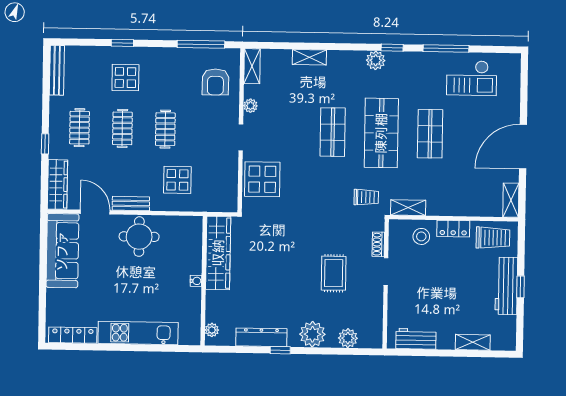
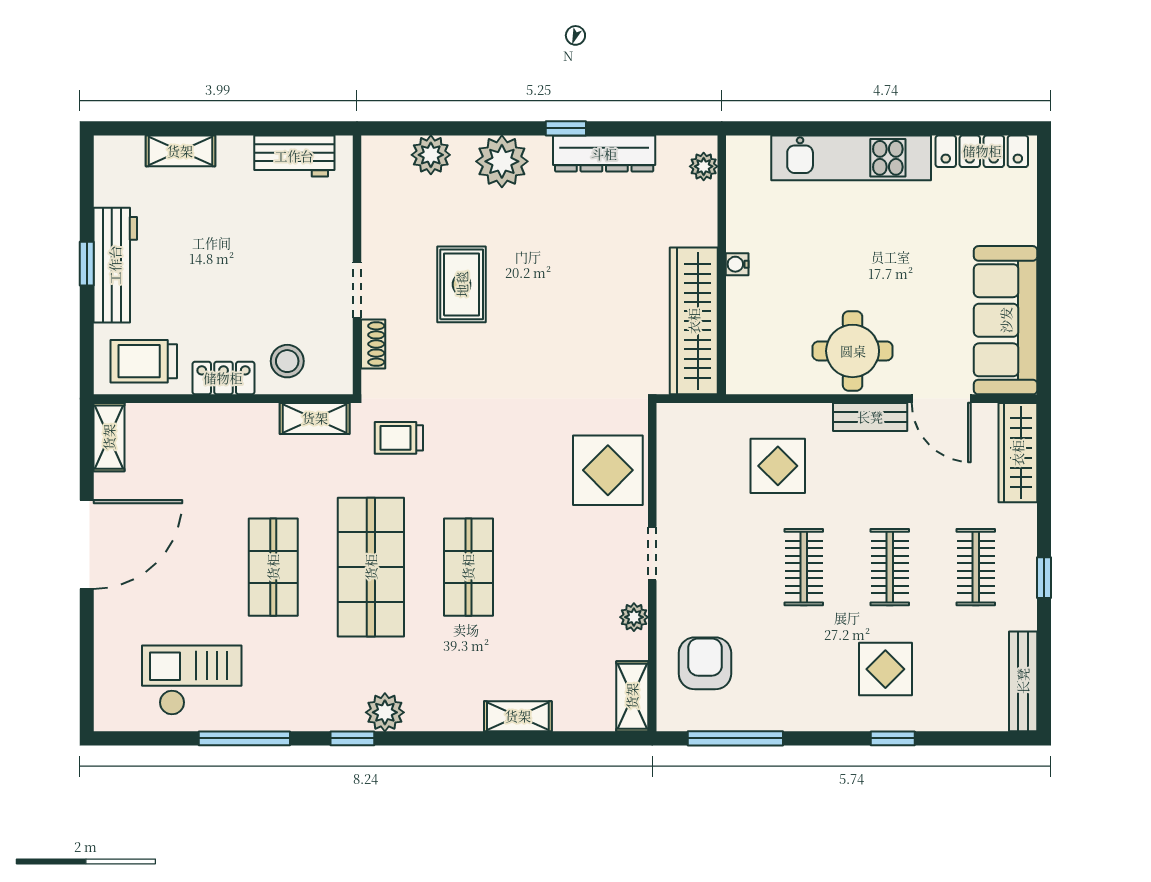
window: (45, 144) -> (1044, 578), moved

